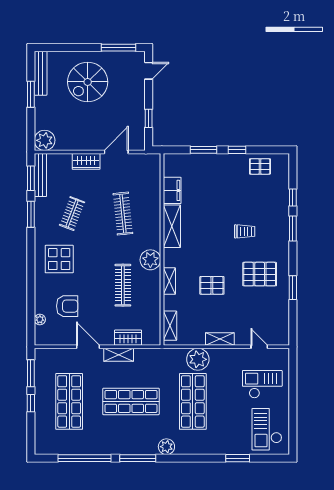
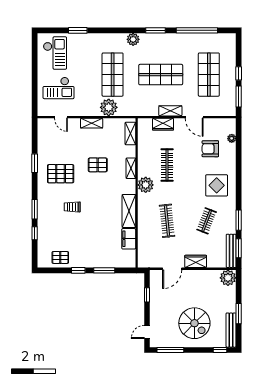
window: (55, 48) -> (220, 350), added
spiral stairs: (88, 82) -> (194, 323), turned 90
window: (138, 458) -> (155, 30), width x0.69

